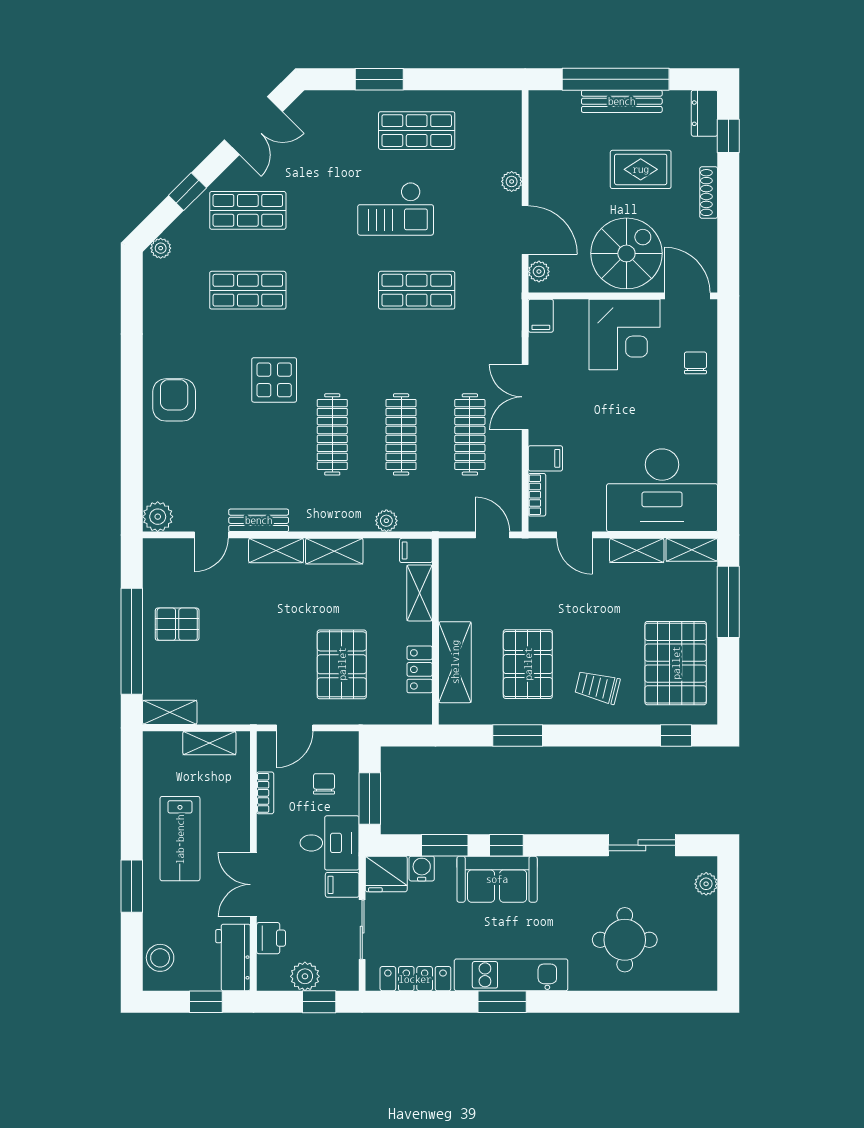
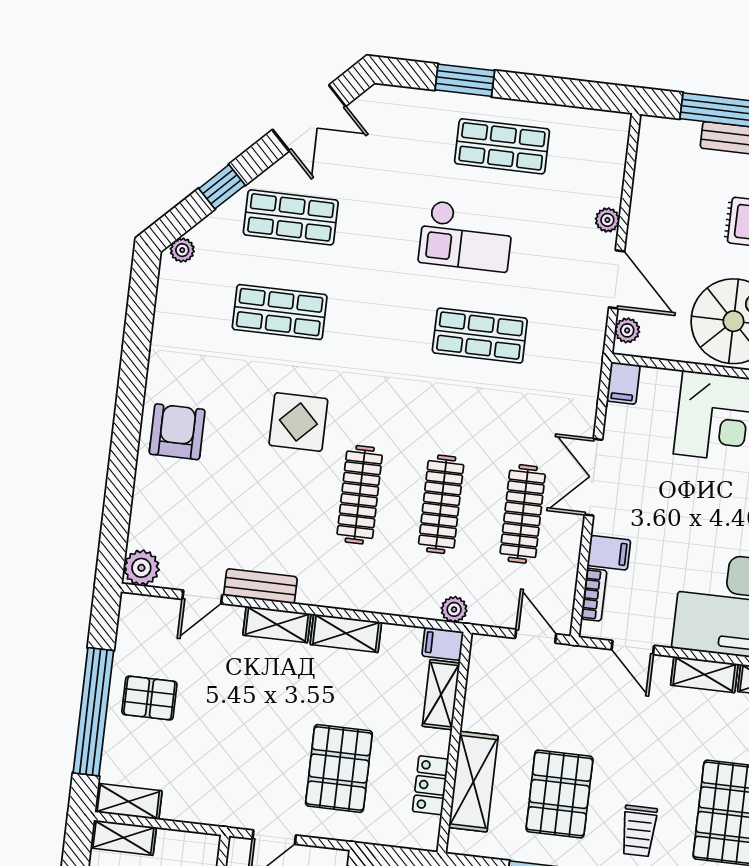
plant: (386, 521) -> (454, 609), moved
trolley: (597, 687) -> (639, 831), turned -104
shelving: (209, 743) -> (123, 838), moved

